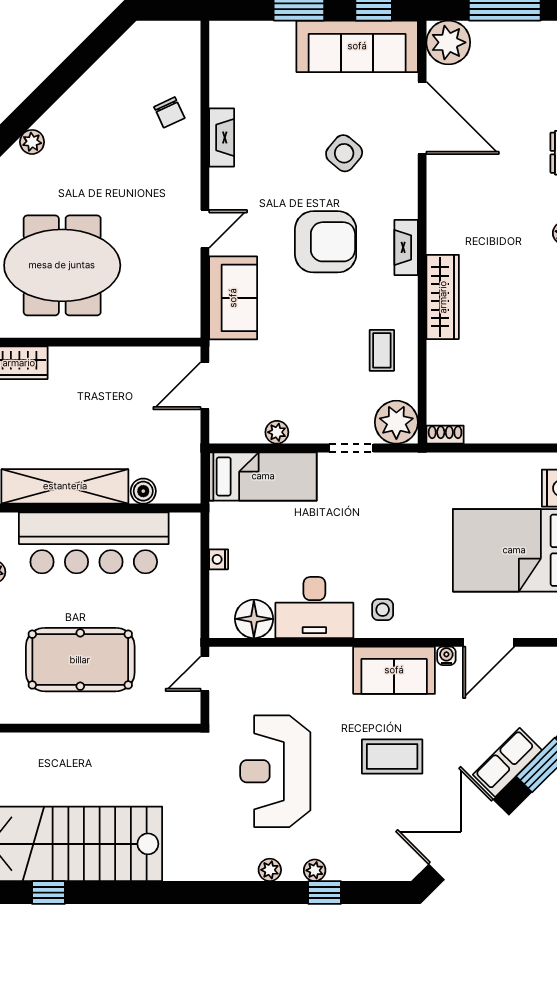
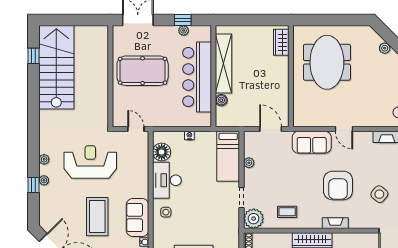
pool table: (80, 660) -> (143, 71), turned 90
coffee table: (392, 756) -> (97, 217), width x1.36, depth x1.32

